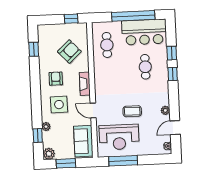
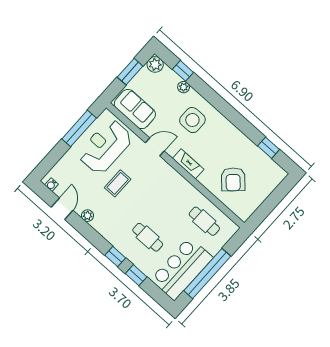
window: (71, 19) -> (263, 212), removed
armchair: (56, 79) -> (220, 141), removed

